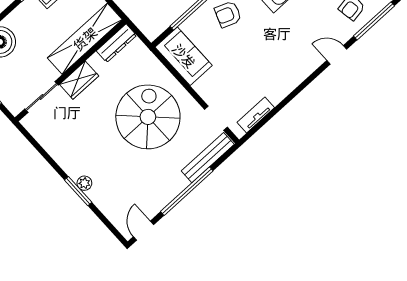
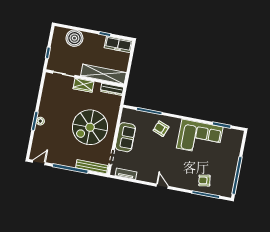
door: (337, 55) -> (162, 186), moved
sofa: (184, 56) -> (125, 137), moved
spiral stairs: (148, 117) -> (90, 127), turned 180

